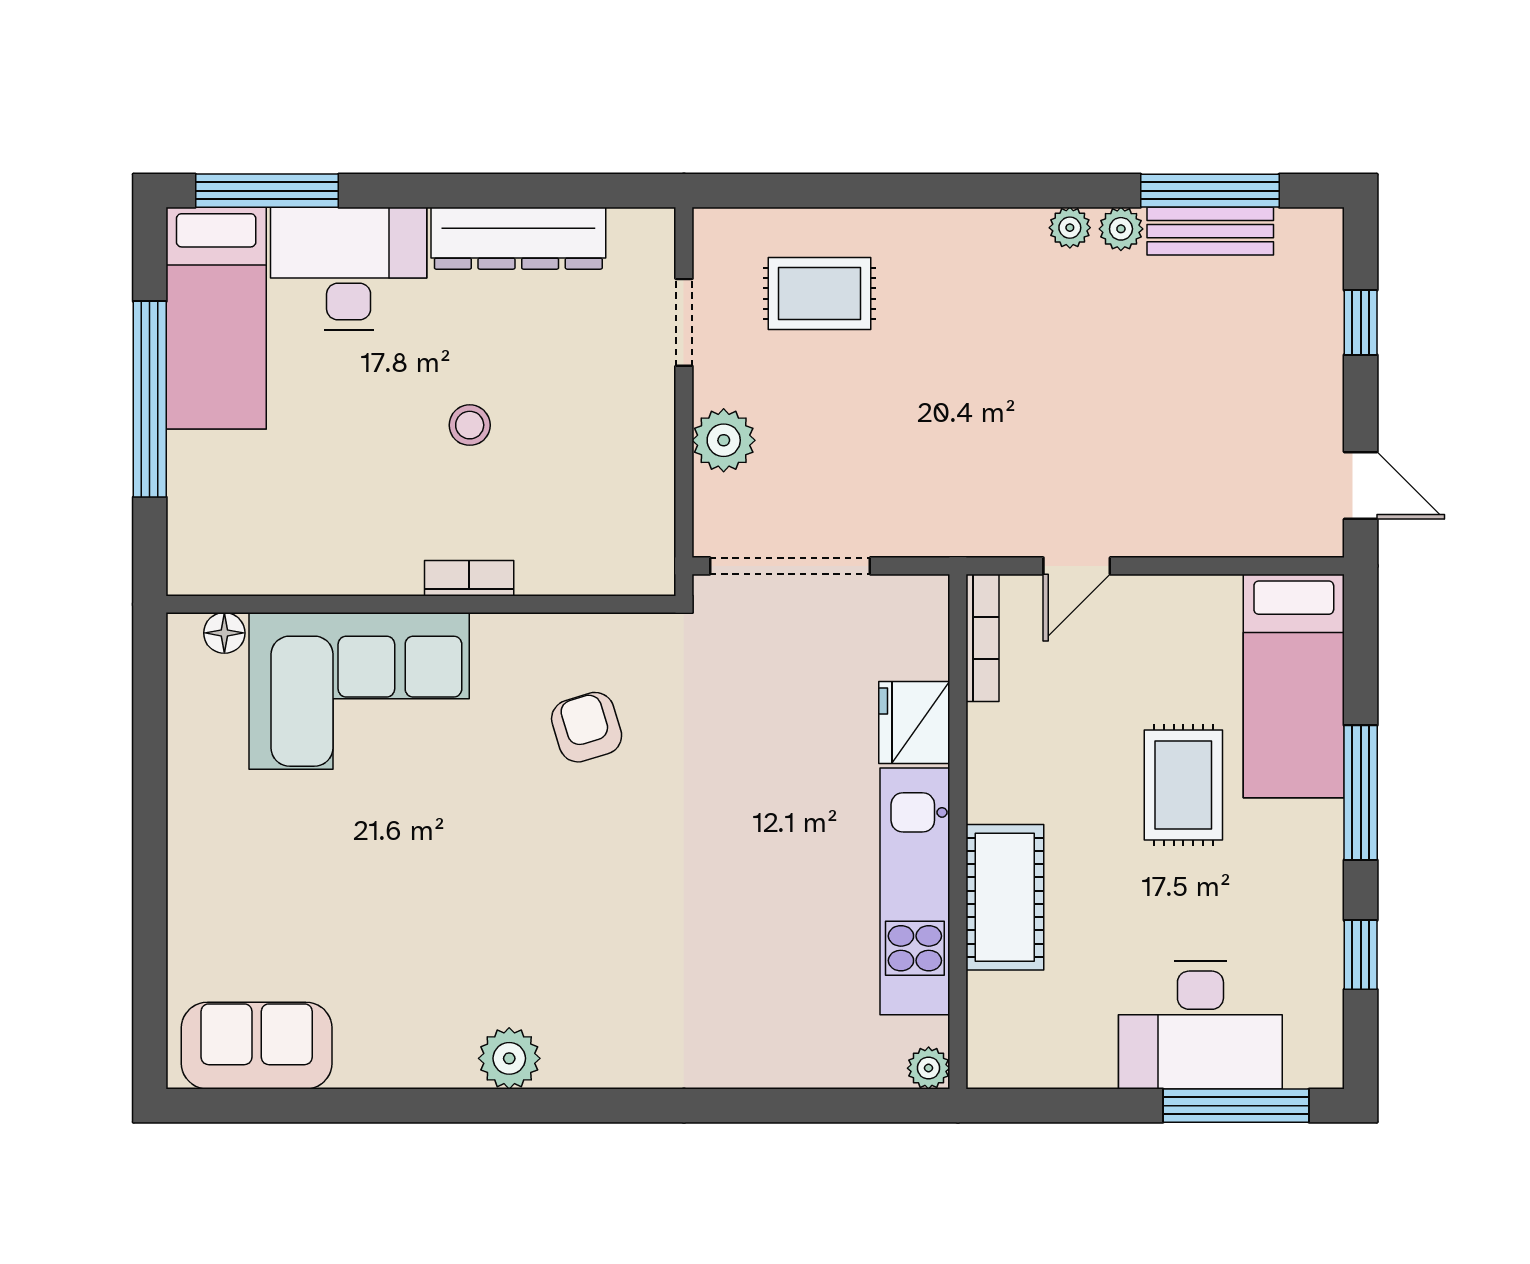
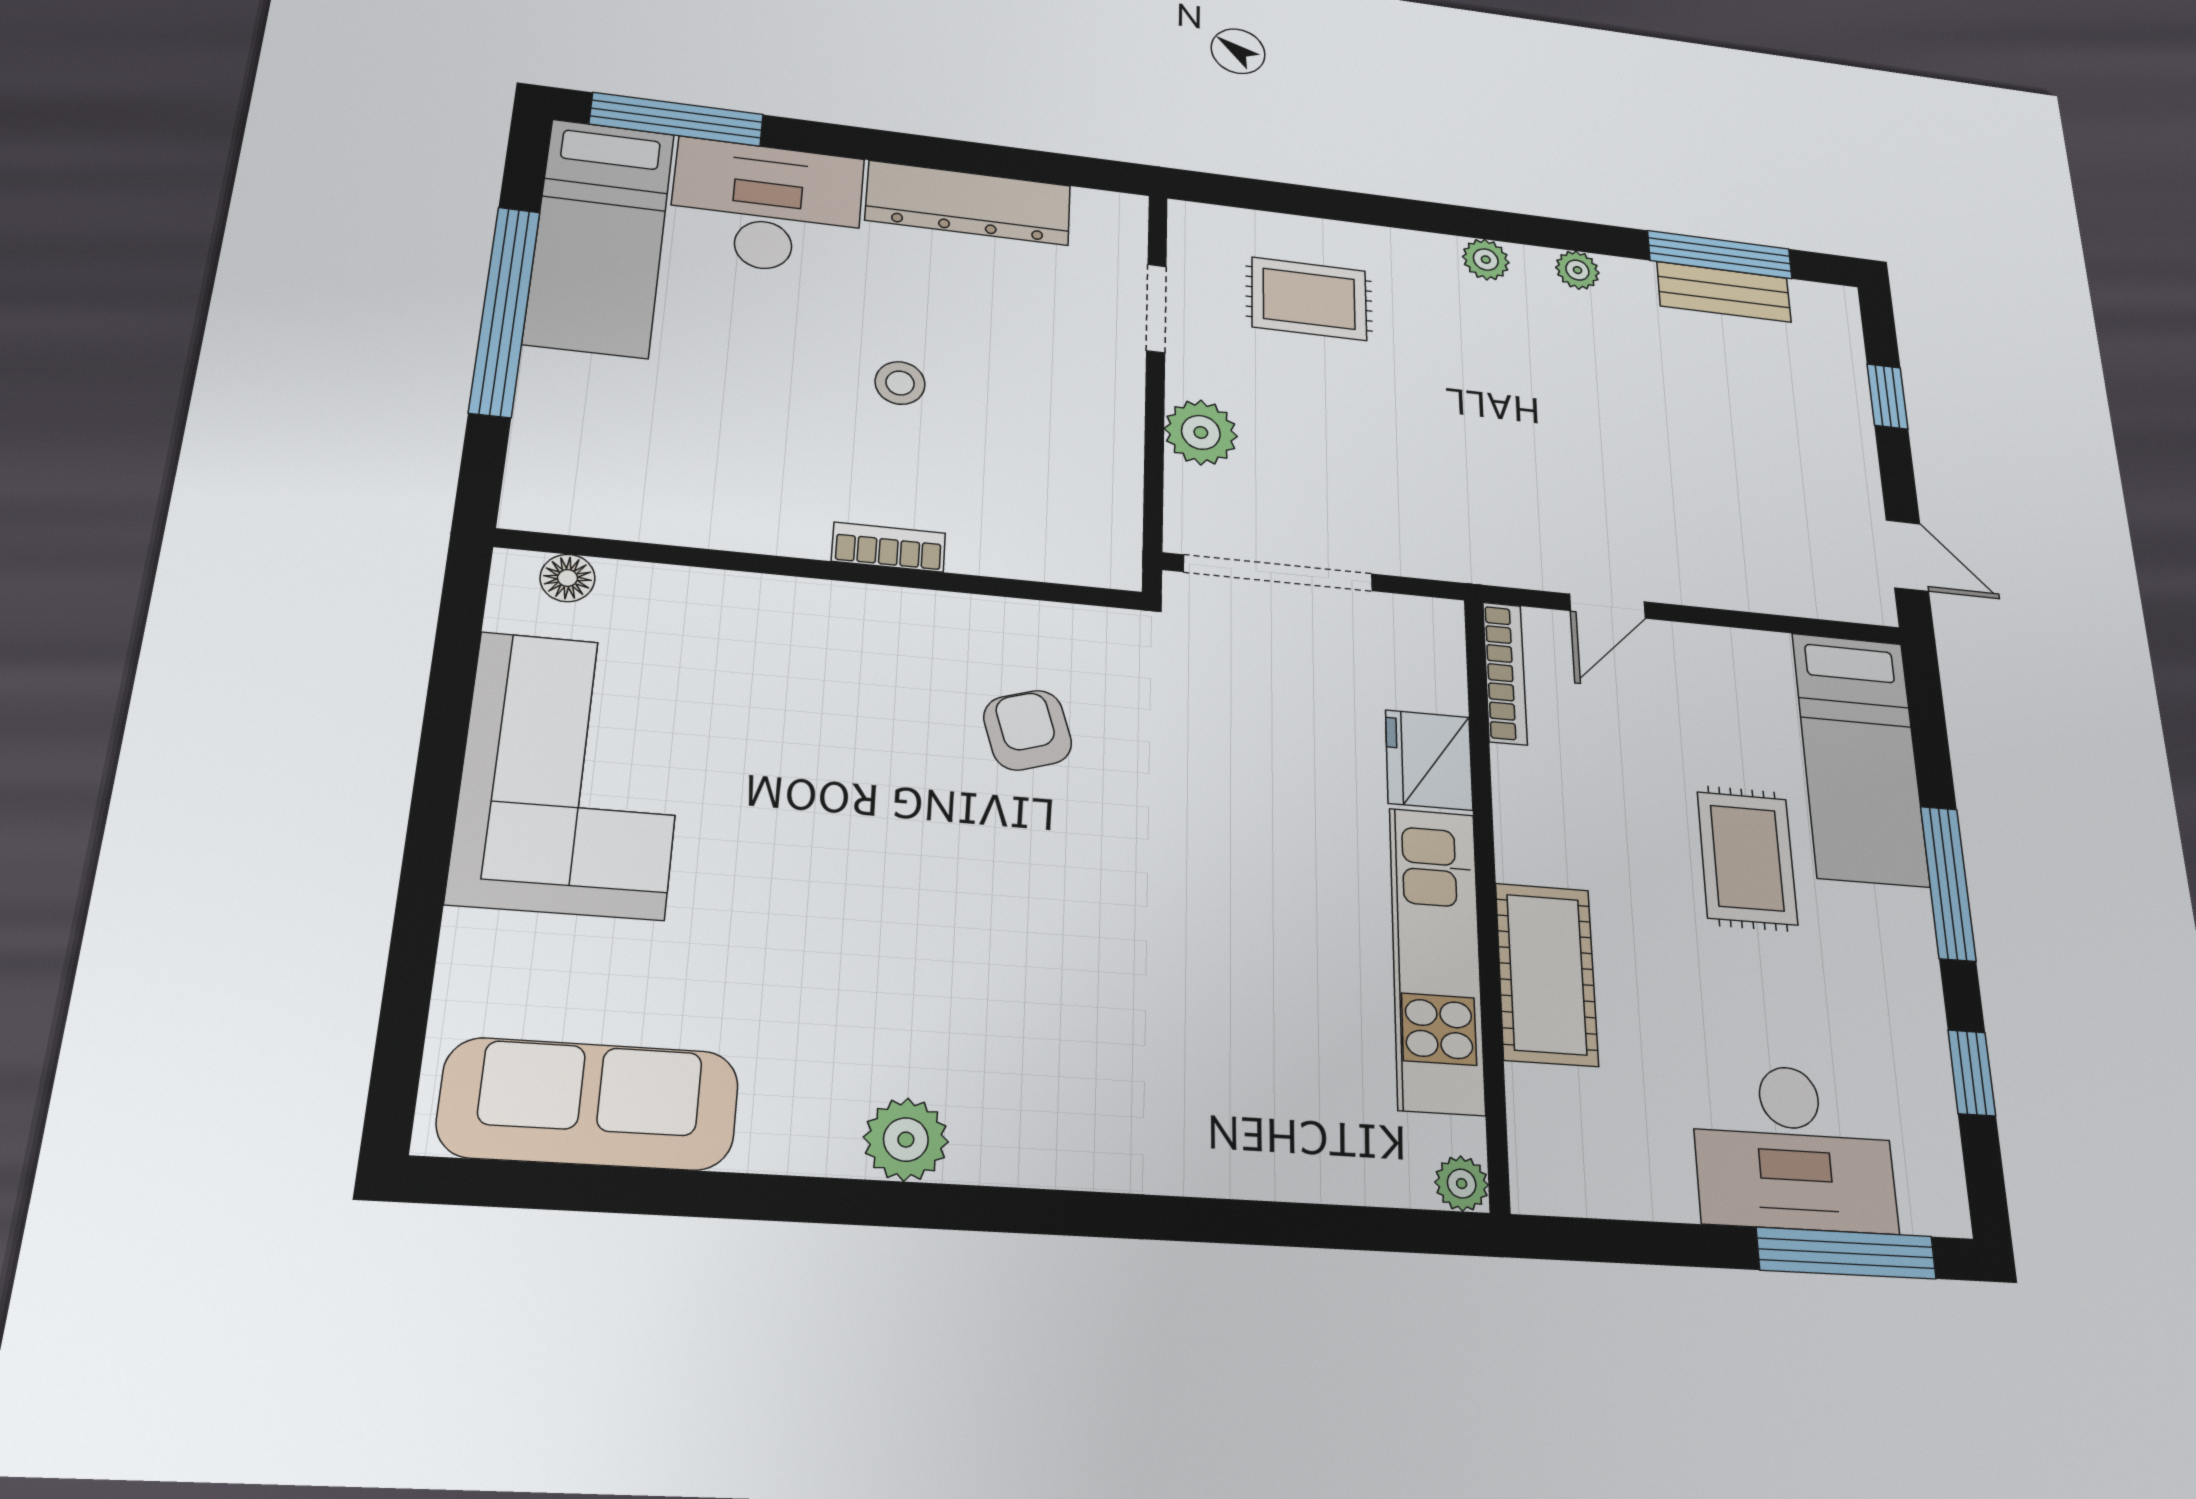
plant: (1121, 229) -> (1486, 260), moved
corner sofa: (359, 691) -> (571, 774), moved, turned -90
sofa: (257, 1046) -> (589, 1104), width x1.36

